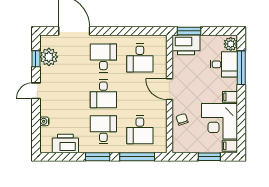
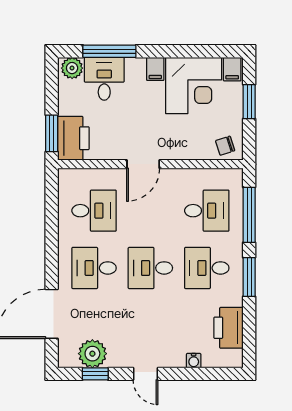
desk: (103, 94) -> (150, 268), turned 180
chair: (182, 119) -> (225, 146), moved

